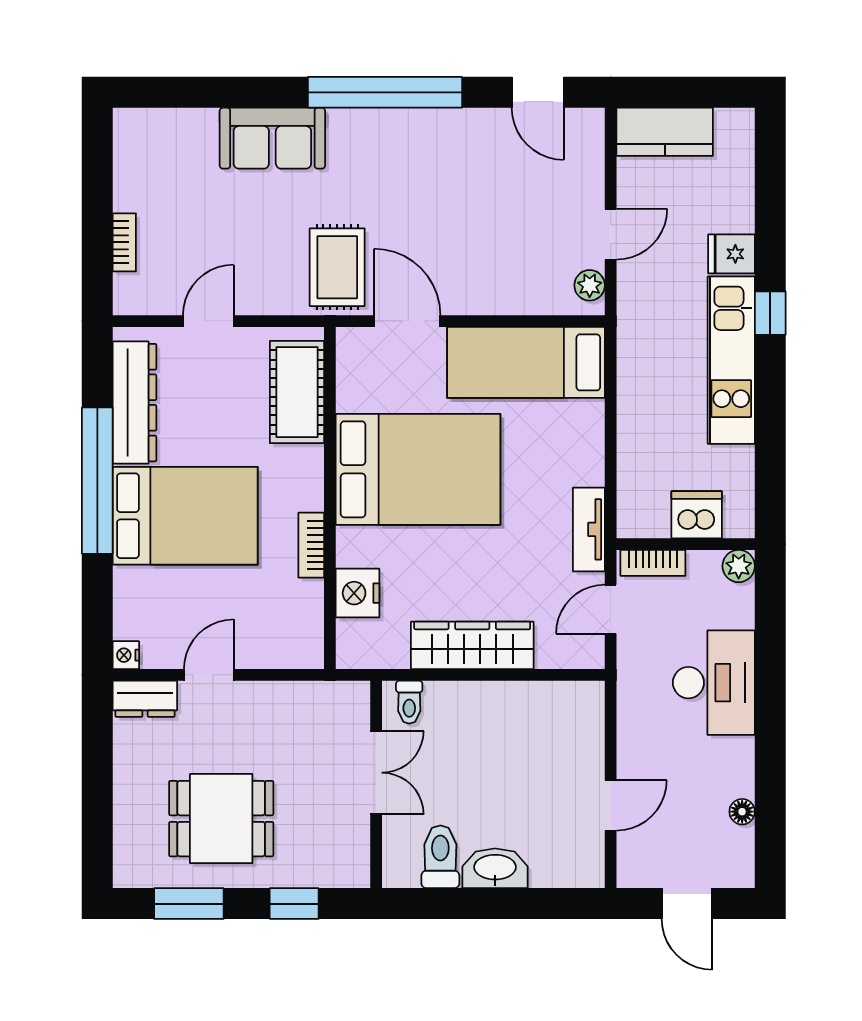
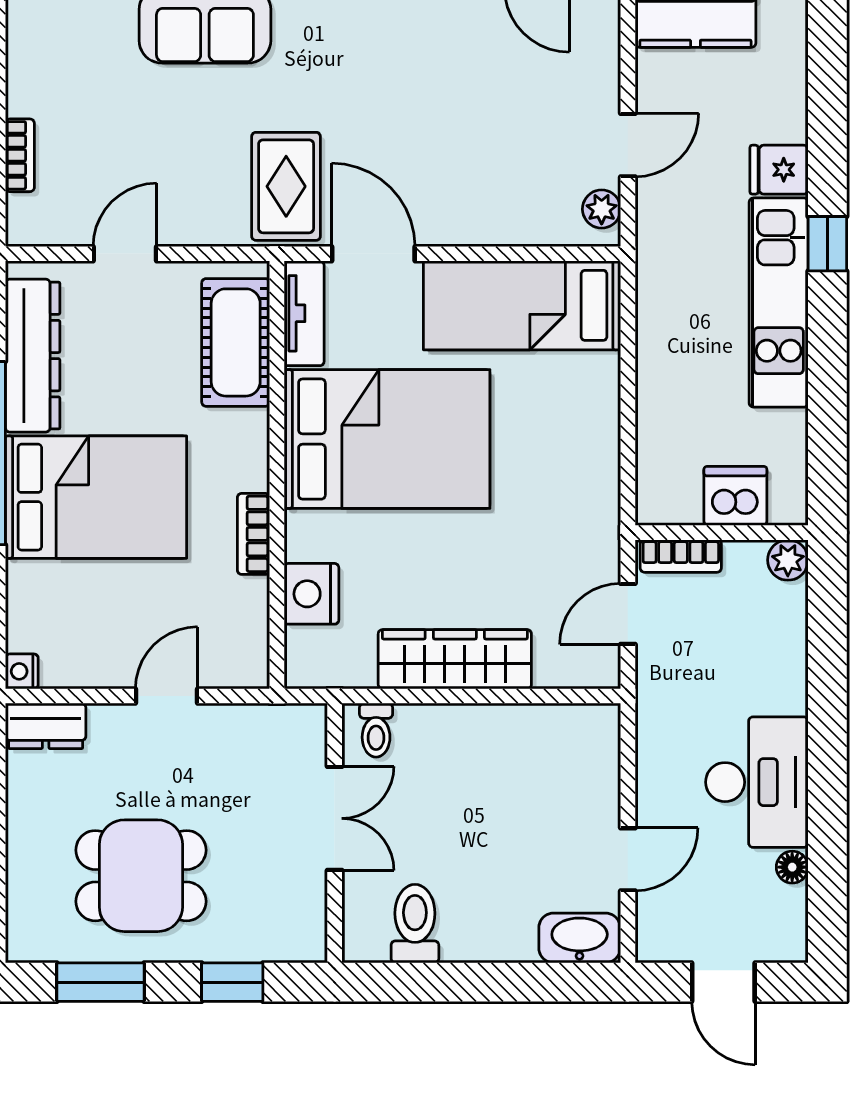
tv unit: (589, 529) -> (304, 313), moved, turned 180
door: (209, 675) -> (167, 696), moved
desk: (714, 683) -> (757, 782), moved
washbasin: (495, 868) -> (580, 938), moved

